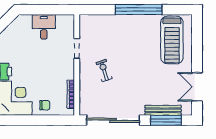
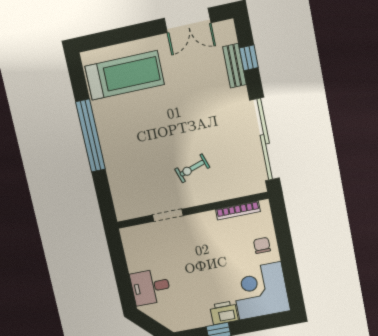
desk: (44, 27) -> (150, 287), moved
bench: (163, 110) -> (234, 66), width x0.73
window: (166, 120) -> (249, 58), width x0.46

